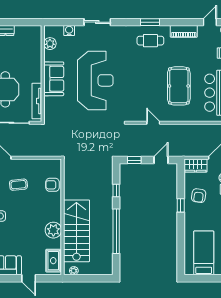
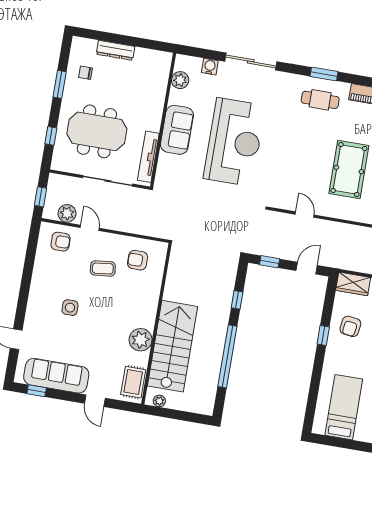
sliding door: (97, 22) -> (251, 61), width x1.37
armchair: (52, 185) -> (138, 260), moved

